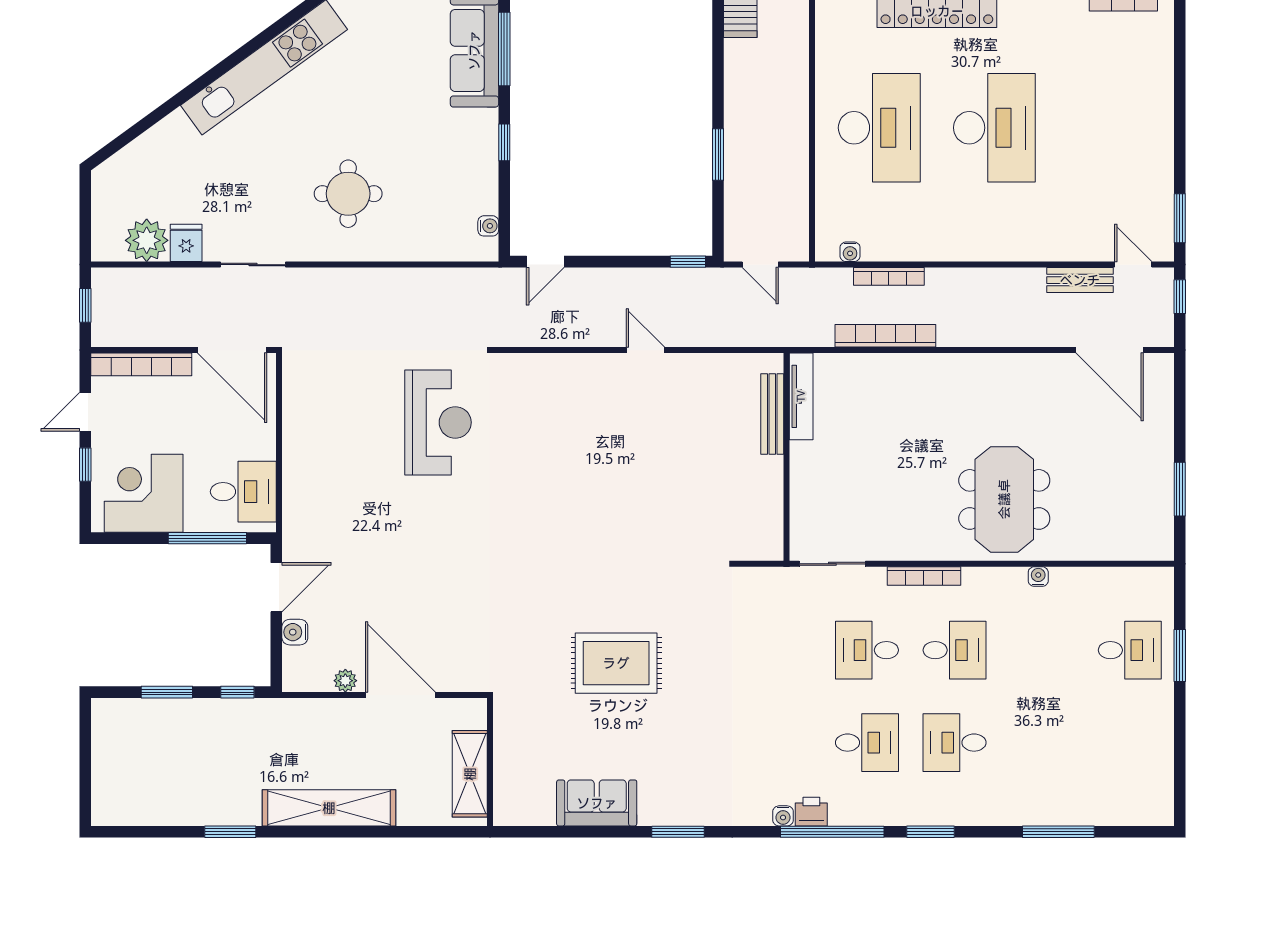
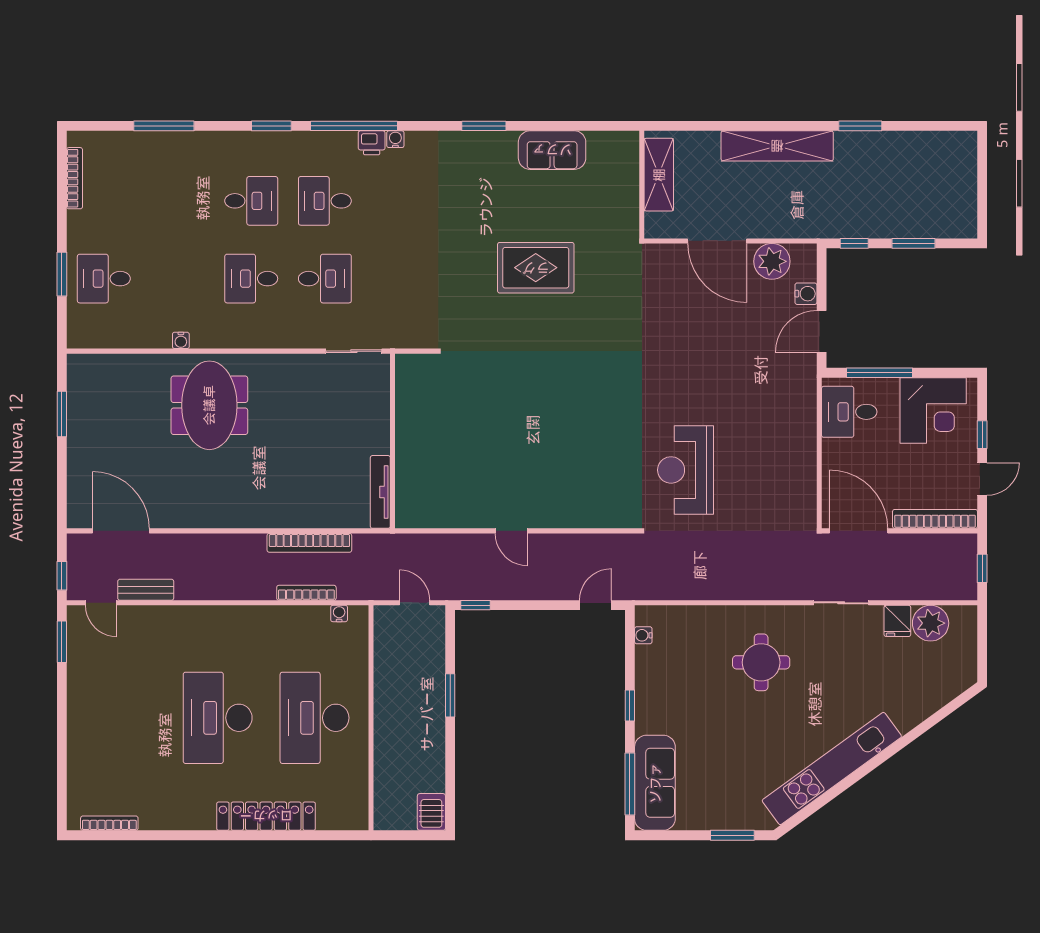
bench: (772, 414) -> (404, 477), removed
bookcase: (924, 576) -> (75, 178), moved, turned 90
plant: (345, 681) -> (772, 261), width x1.87, depth x1.87

